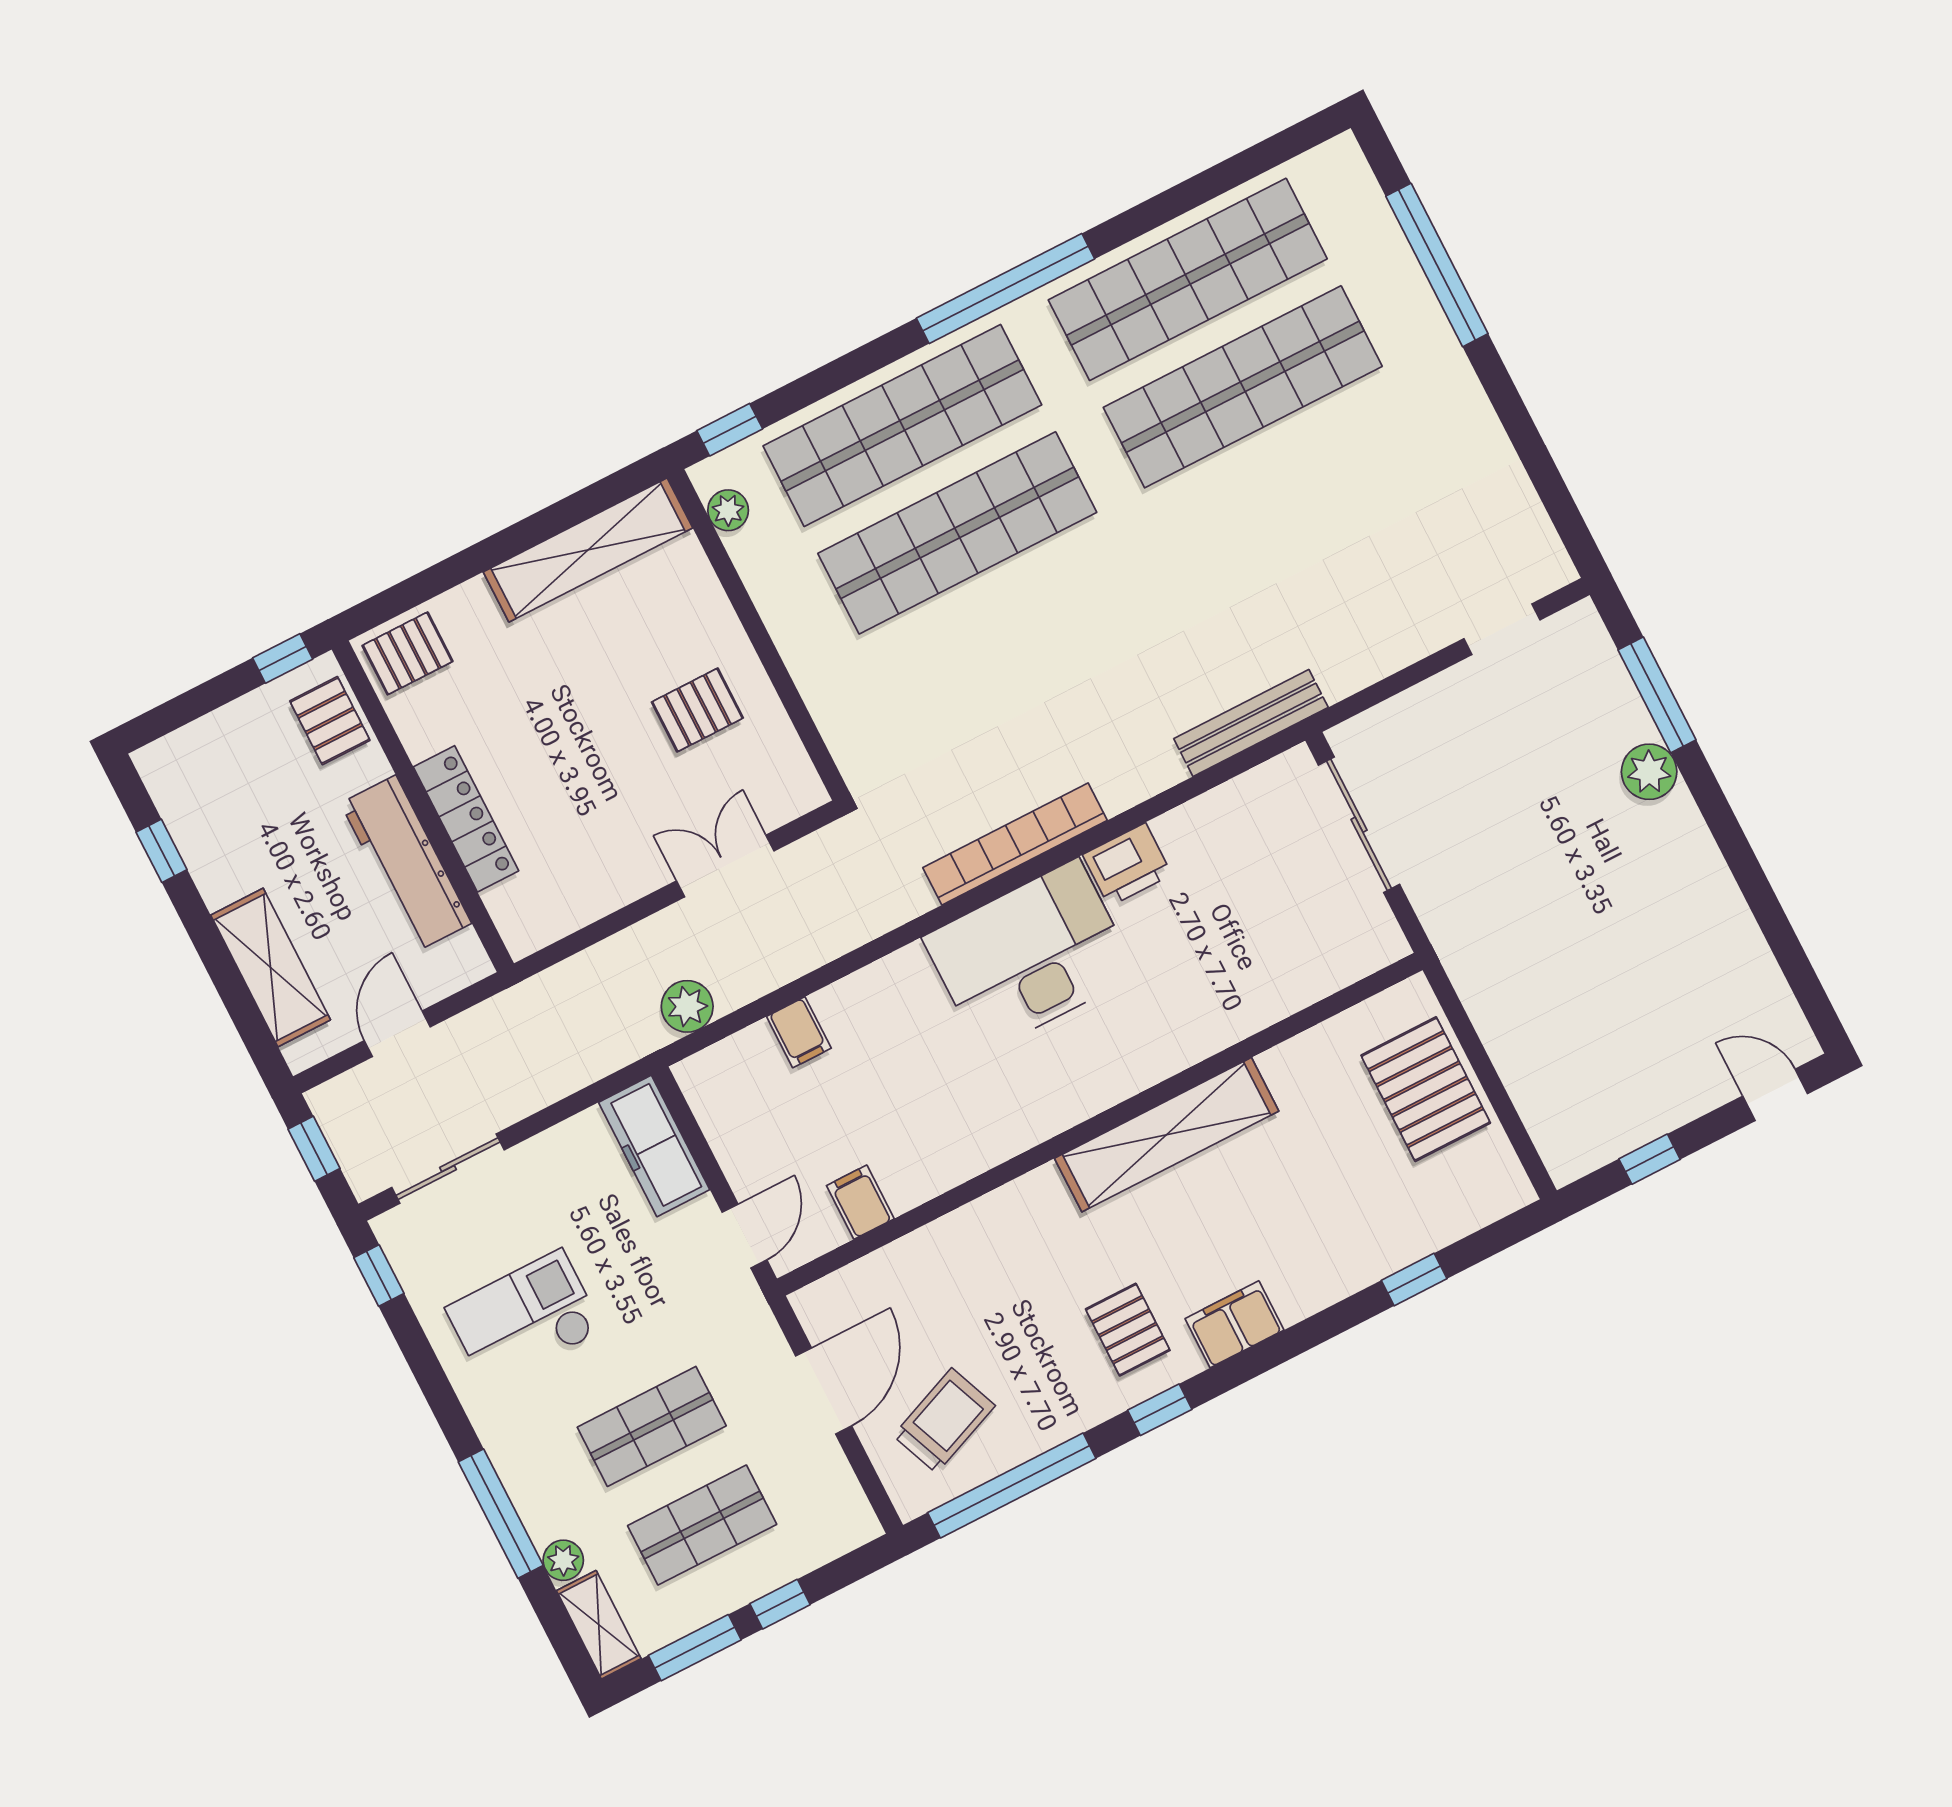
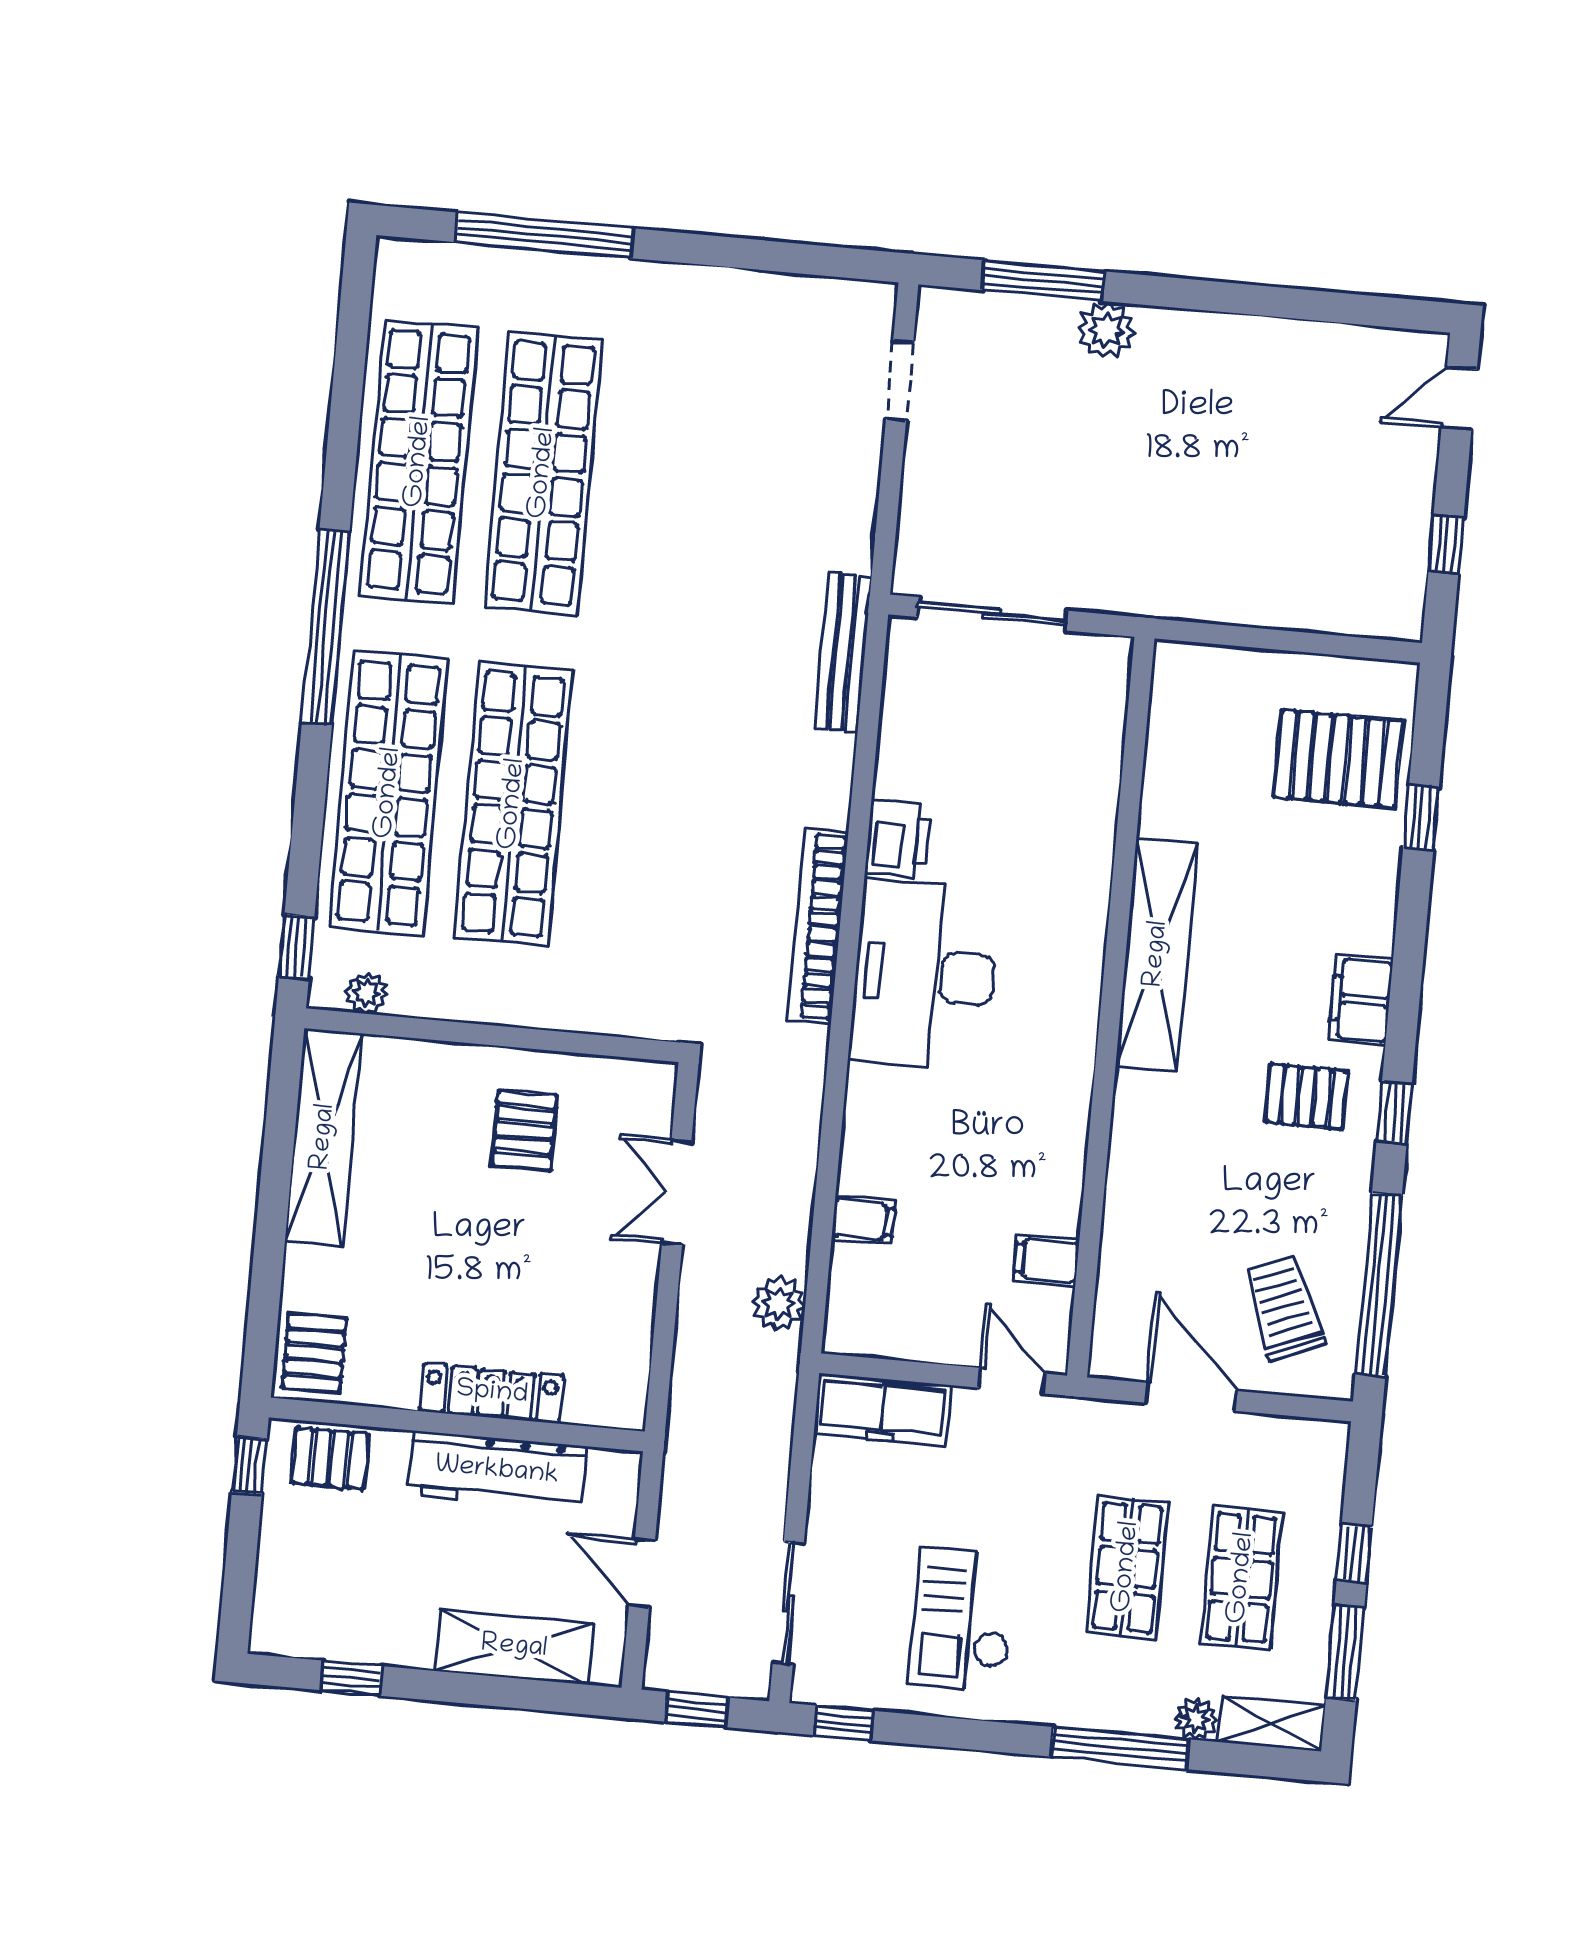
pallet: (1426, 1089) -> (1338, 759), moved

